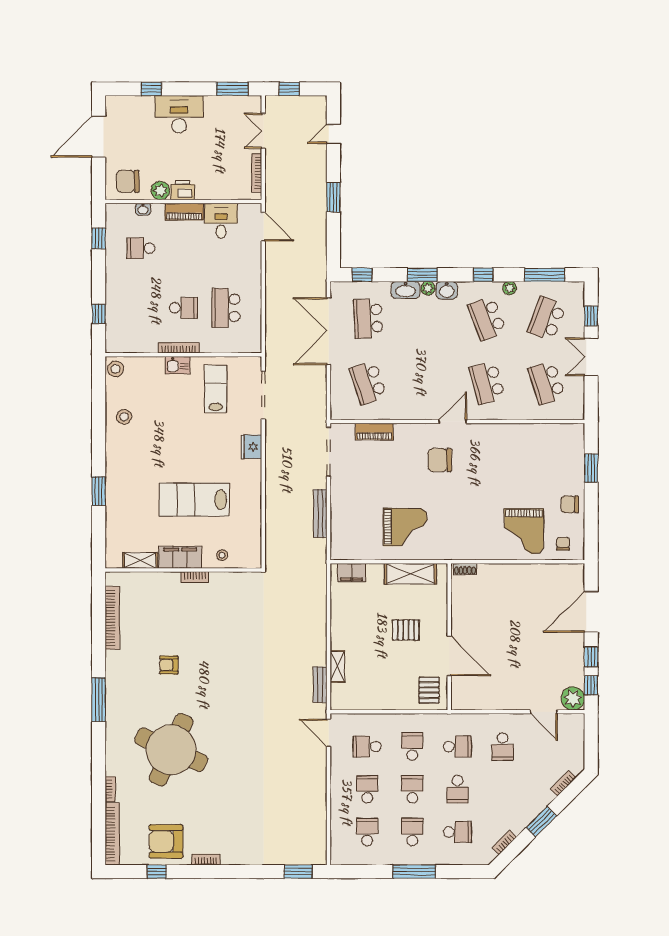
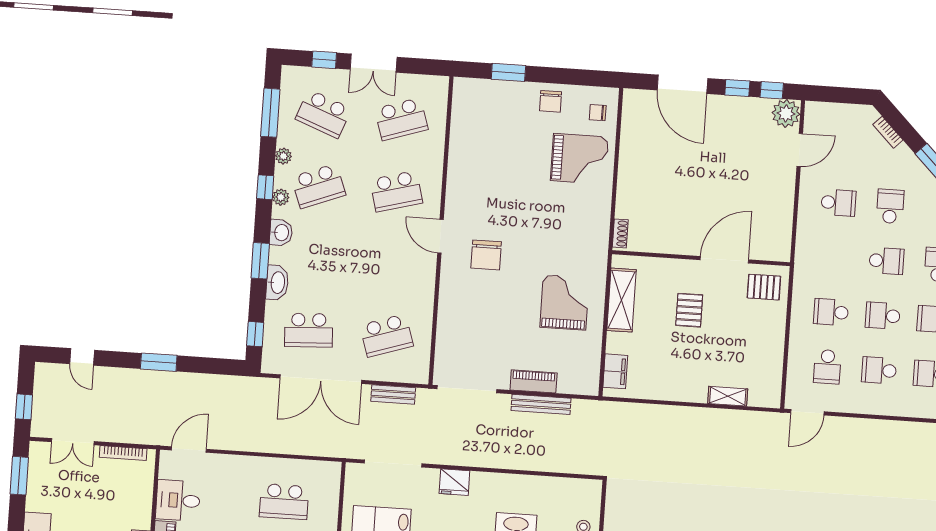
plant: (428, 288) -> (281, 197), moved
piano: (374, 432) -> (534, 381), moved, turned -90
bench: (320, 685) -> (393, 394), moved
school desk: (457, 747) -> (890, 206), moved

